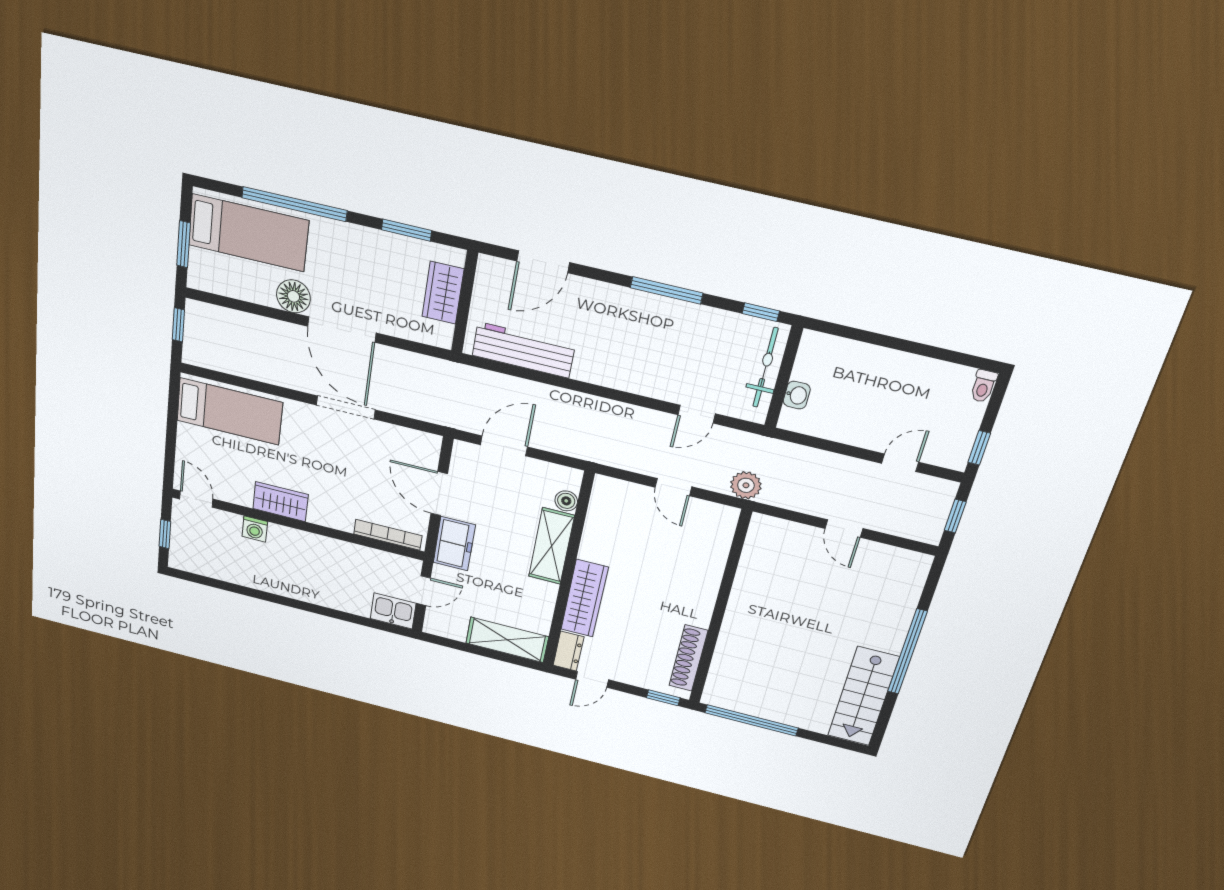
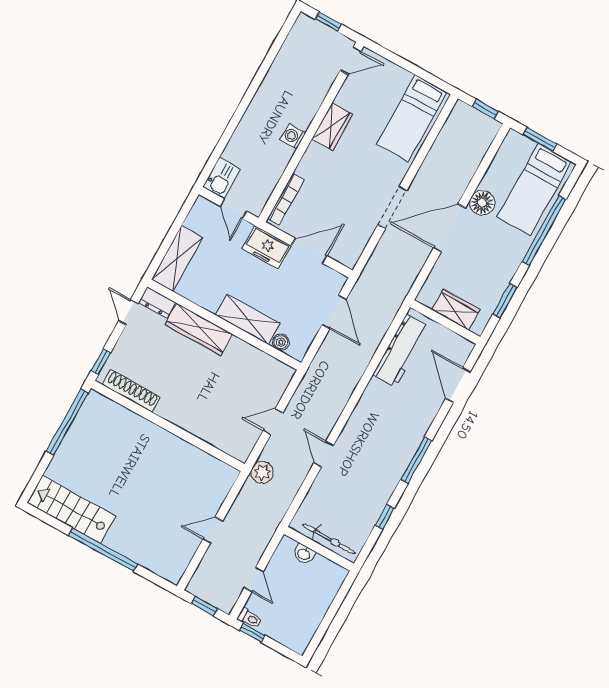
bicycle: (765, 368) -> (329, 539), moved
wall: (784, 377) -> (319, 549), moved
toilet: (983, 386) -> (250, 618), moved, turned 180
washbasin: (797, 395) -> (304, 554), moved
washing machine: (255, 529) -> (293, 136), moved

